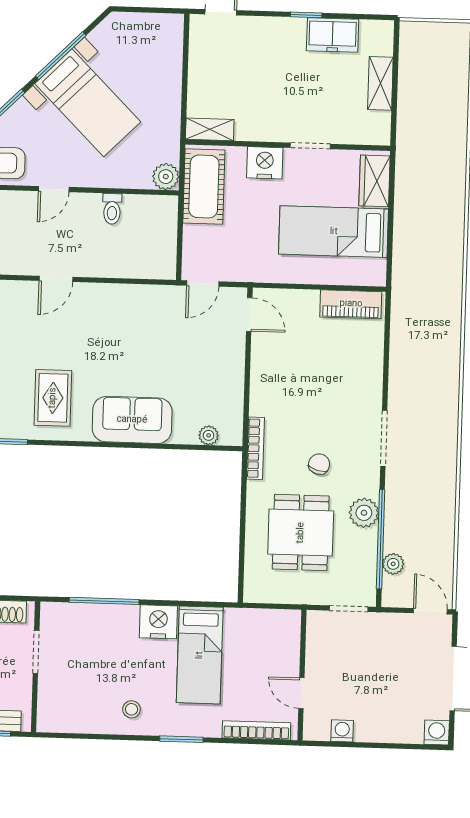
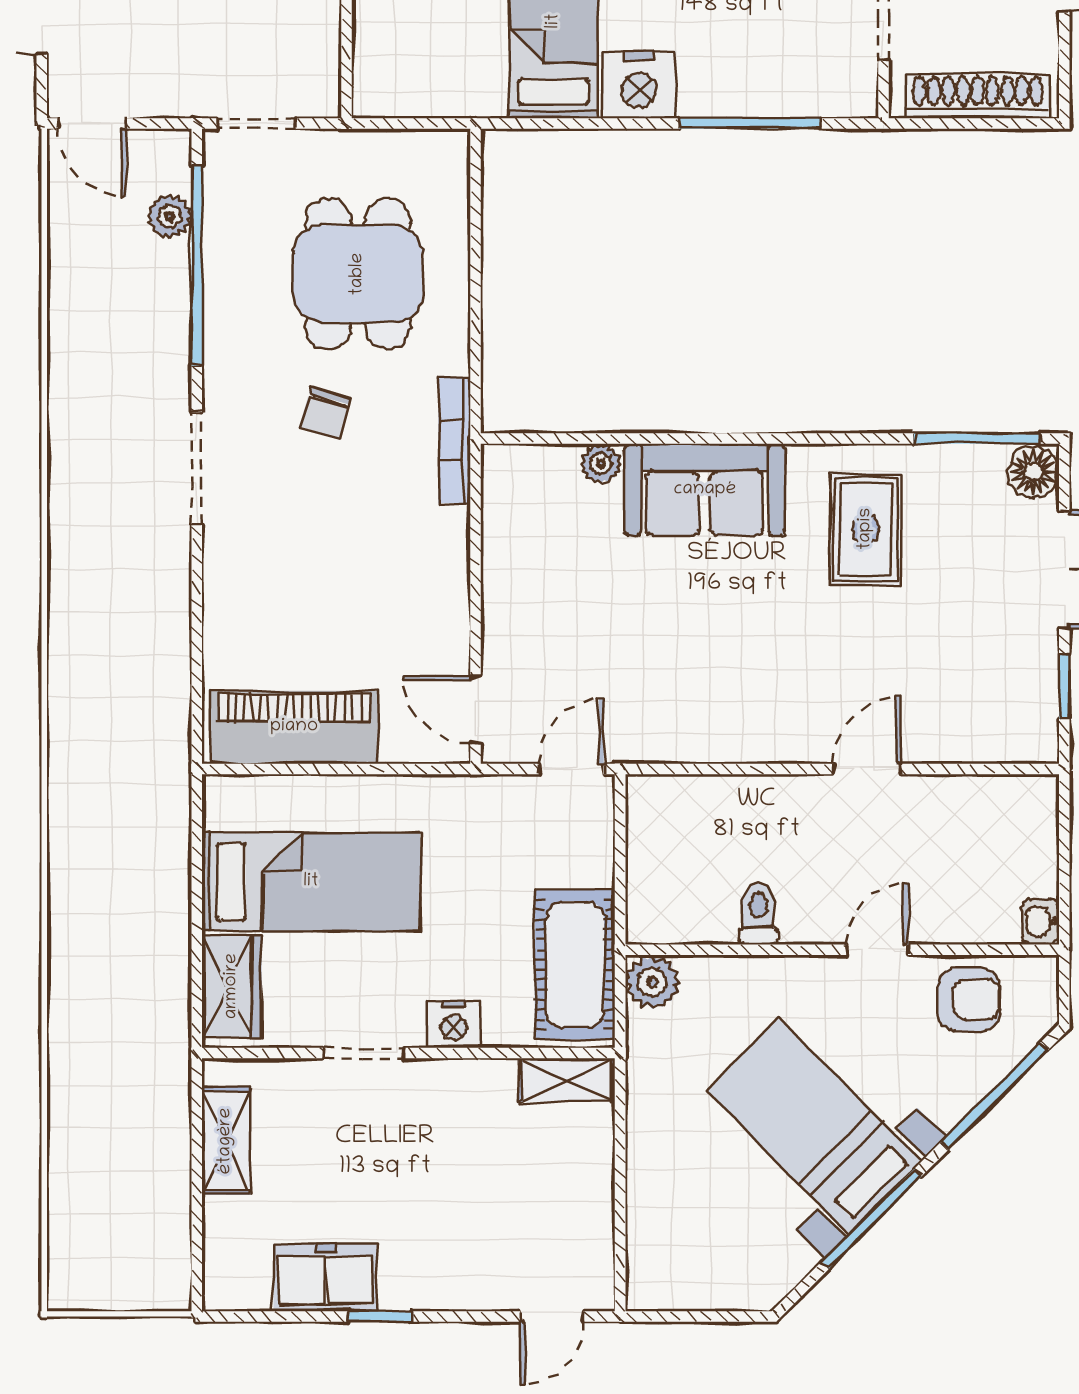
shelving: (380, 83) -> (226, 1141), moved
nightstand: (265, 163) -> (454, 1024), width x0.74, depth x0.75
piano: (351, 304) -> (294, 727), width x1.37, depth x1.33
plant: (209, 435) -> (601, 463), moved
plant: (364, 513) -> (232, 317), removed

